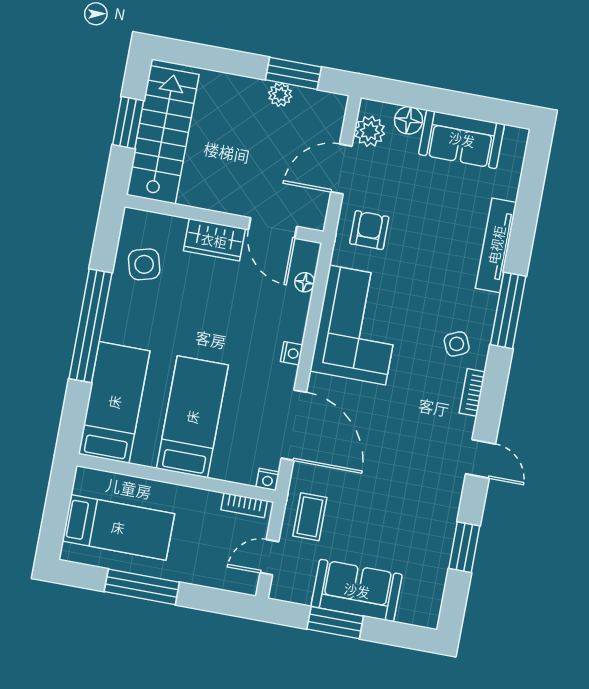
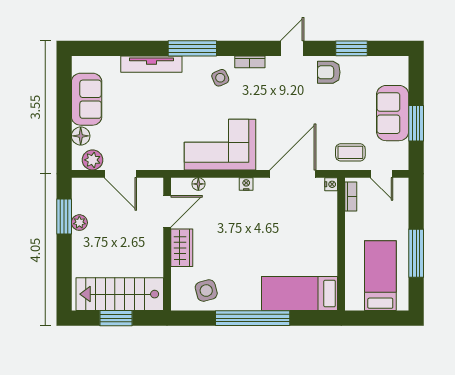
armchair: (369, 230) -> (329, 72), moved
bed: (192, 417) -> (299, 241), removed

